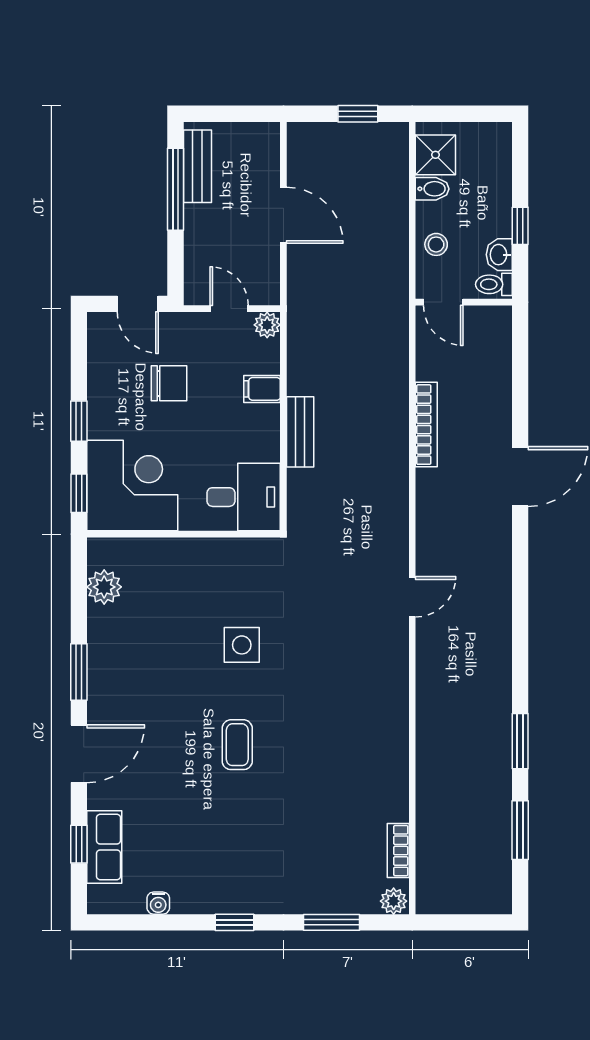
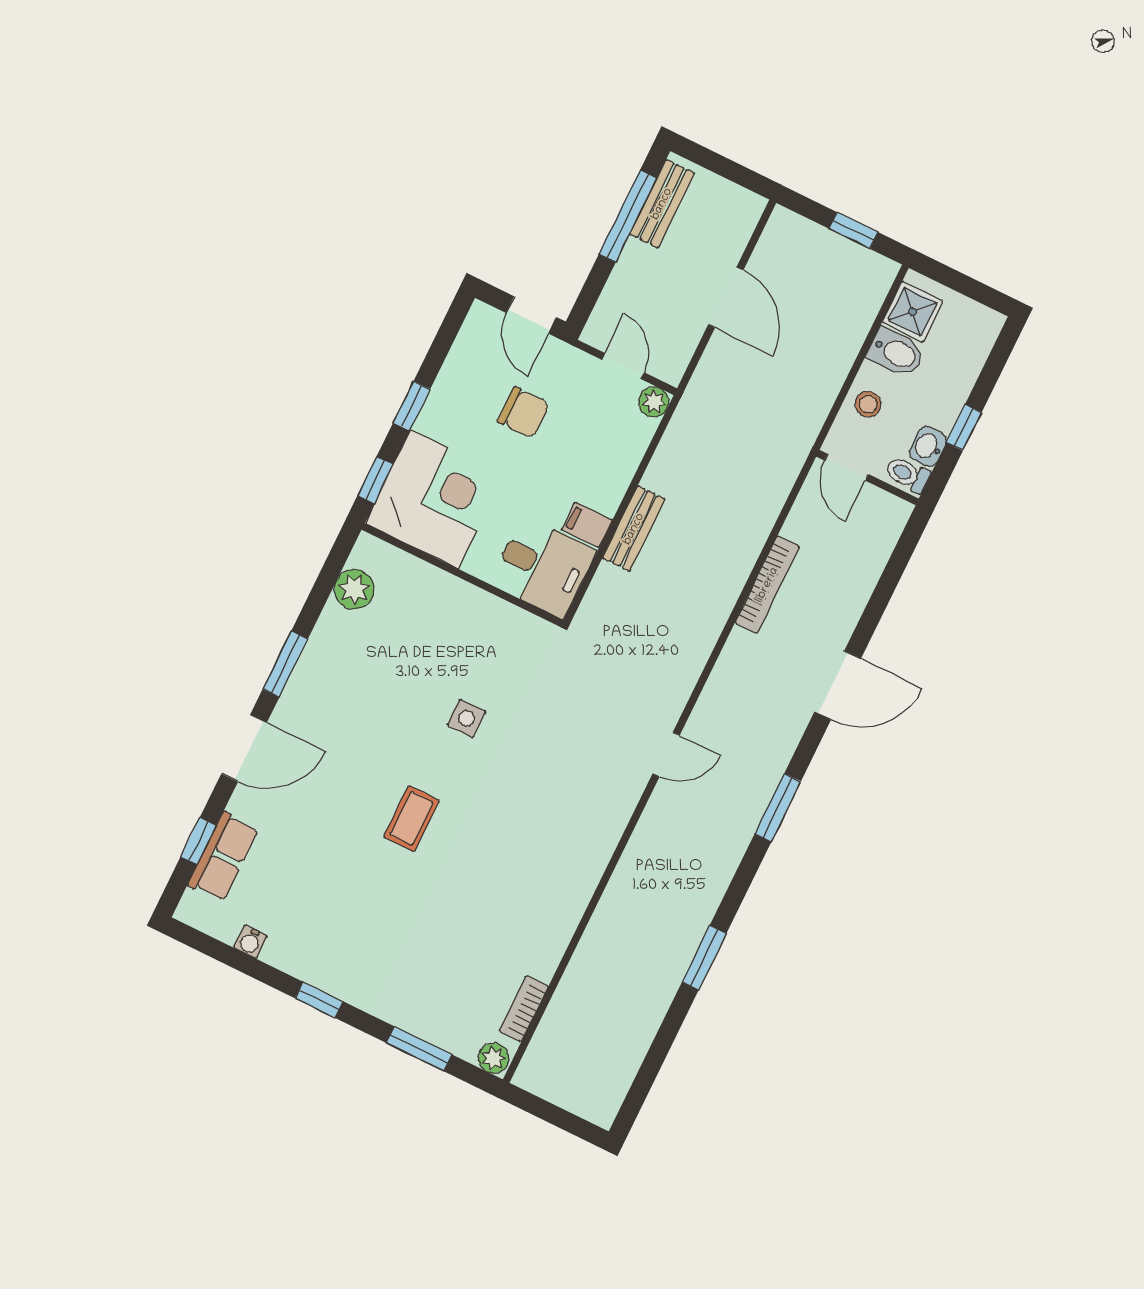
bidet: (432, 189) -> (896, 353), width x1.38, depth x1.36
filing cabinet: (262, 389) -> (587, 525), moved
side table: (242, 645) -> (466, 718), width x0.73, depth x0.73
window: (520, 830) -> (778, 808), moved

